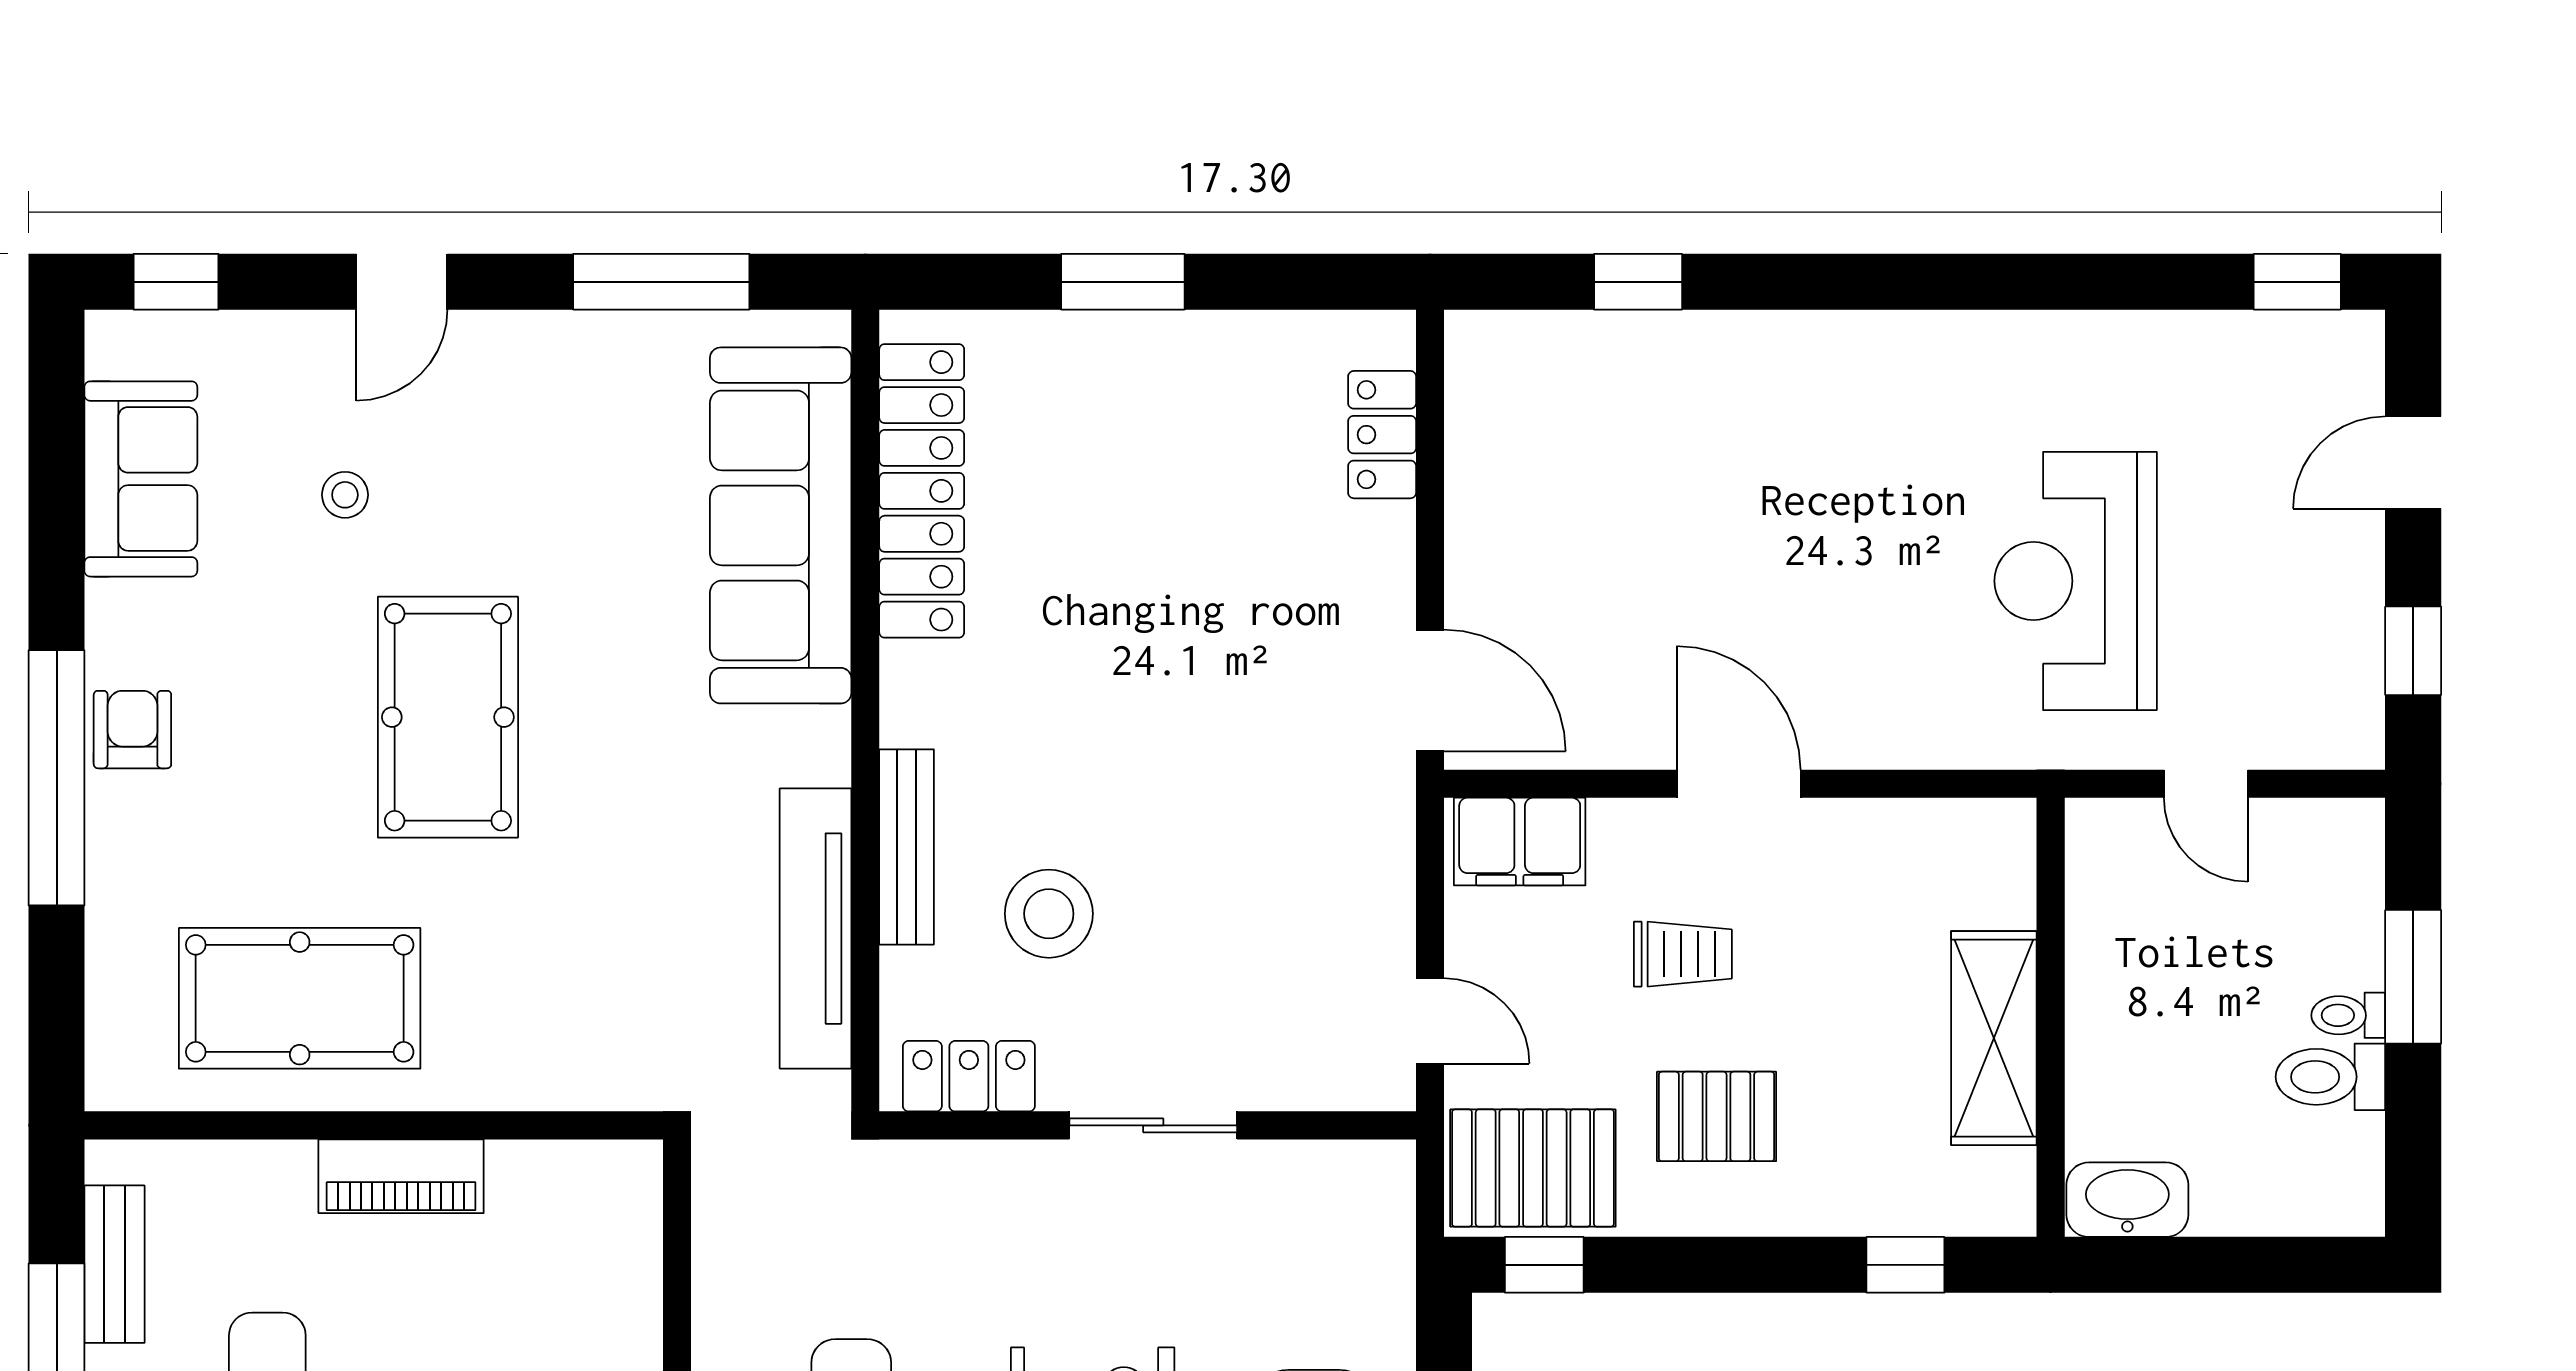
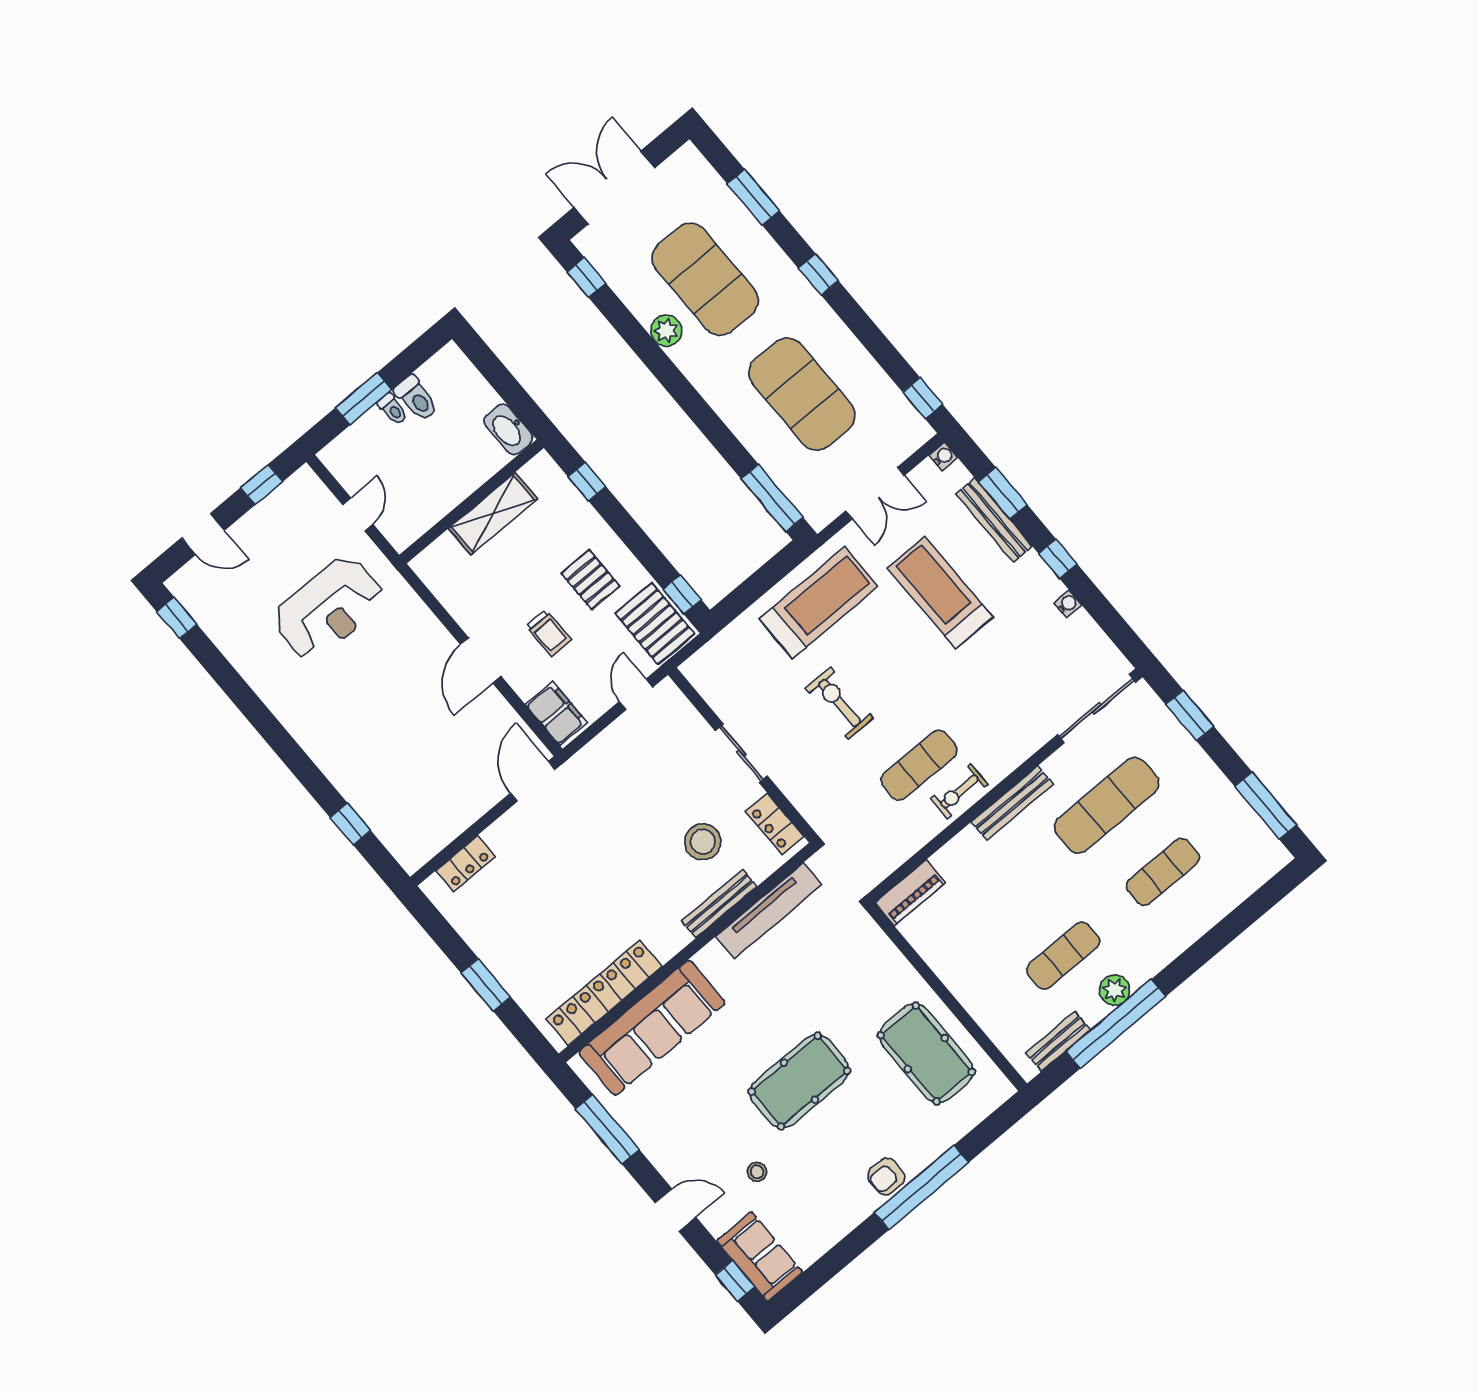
sofa: (141, 479) -> (760, 1257), moved, turned 90
trolley: (1683, 954) -> (549, 633), turned 180
piano: (401, 1176) -> (910, 893), moved, turned 90

